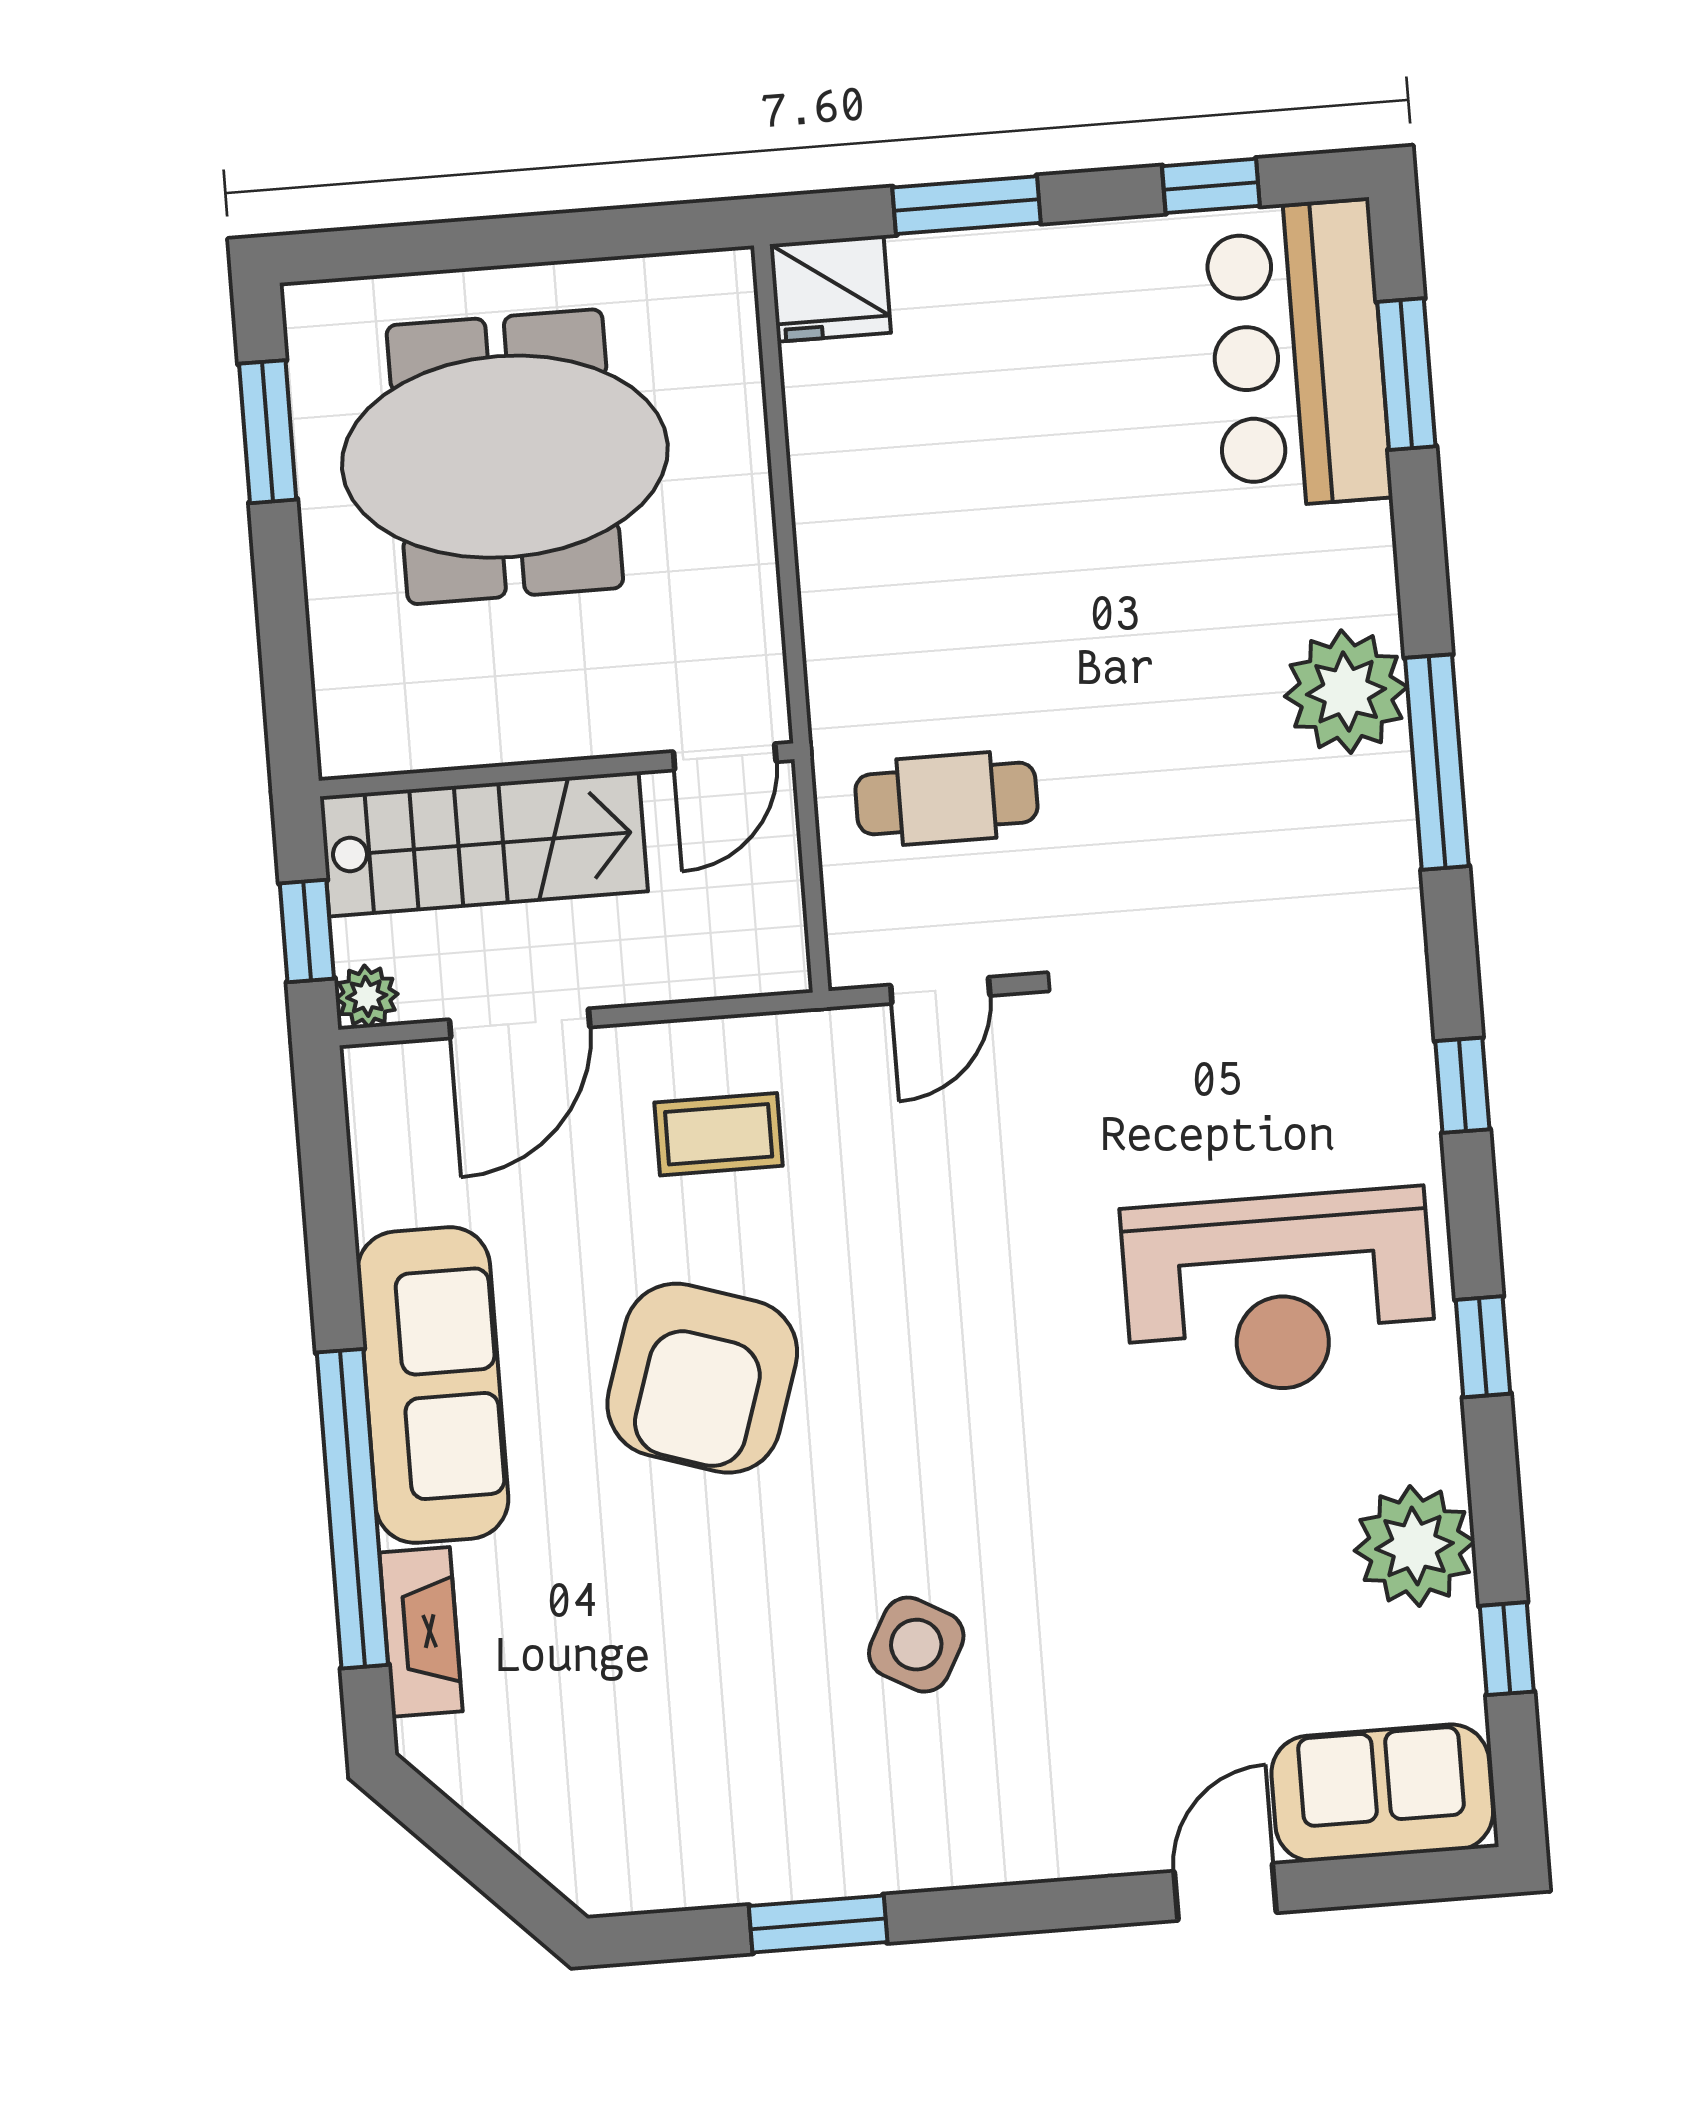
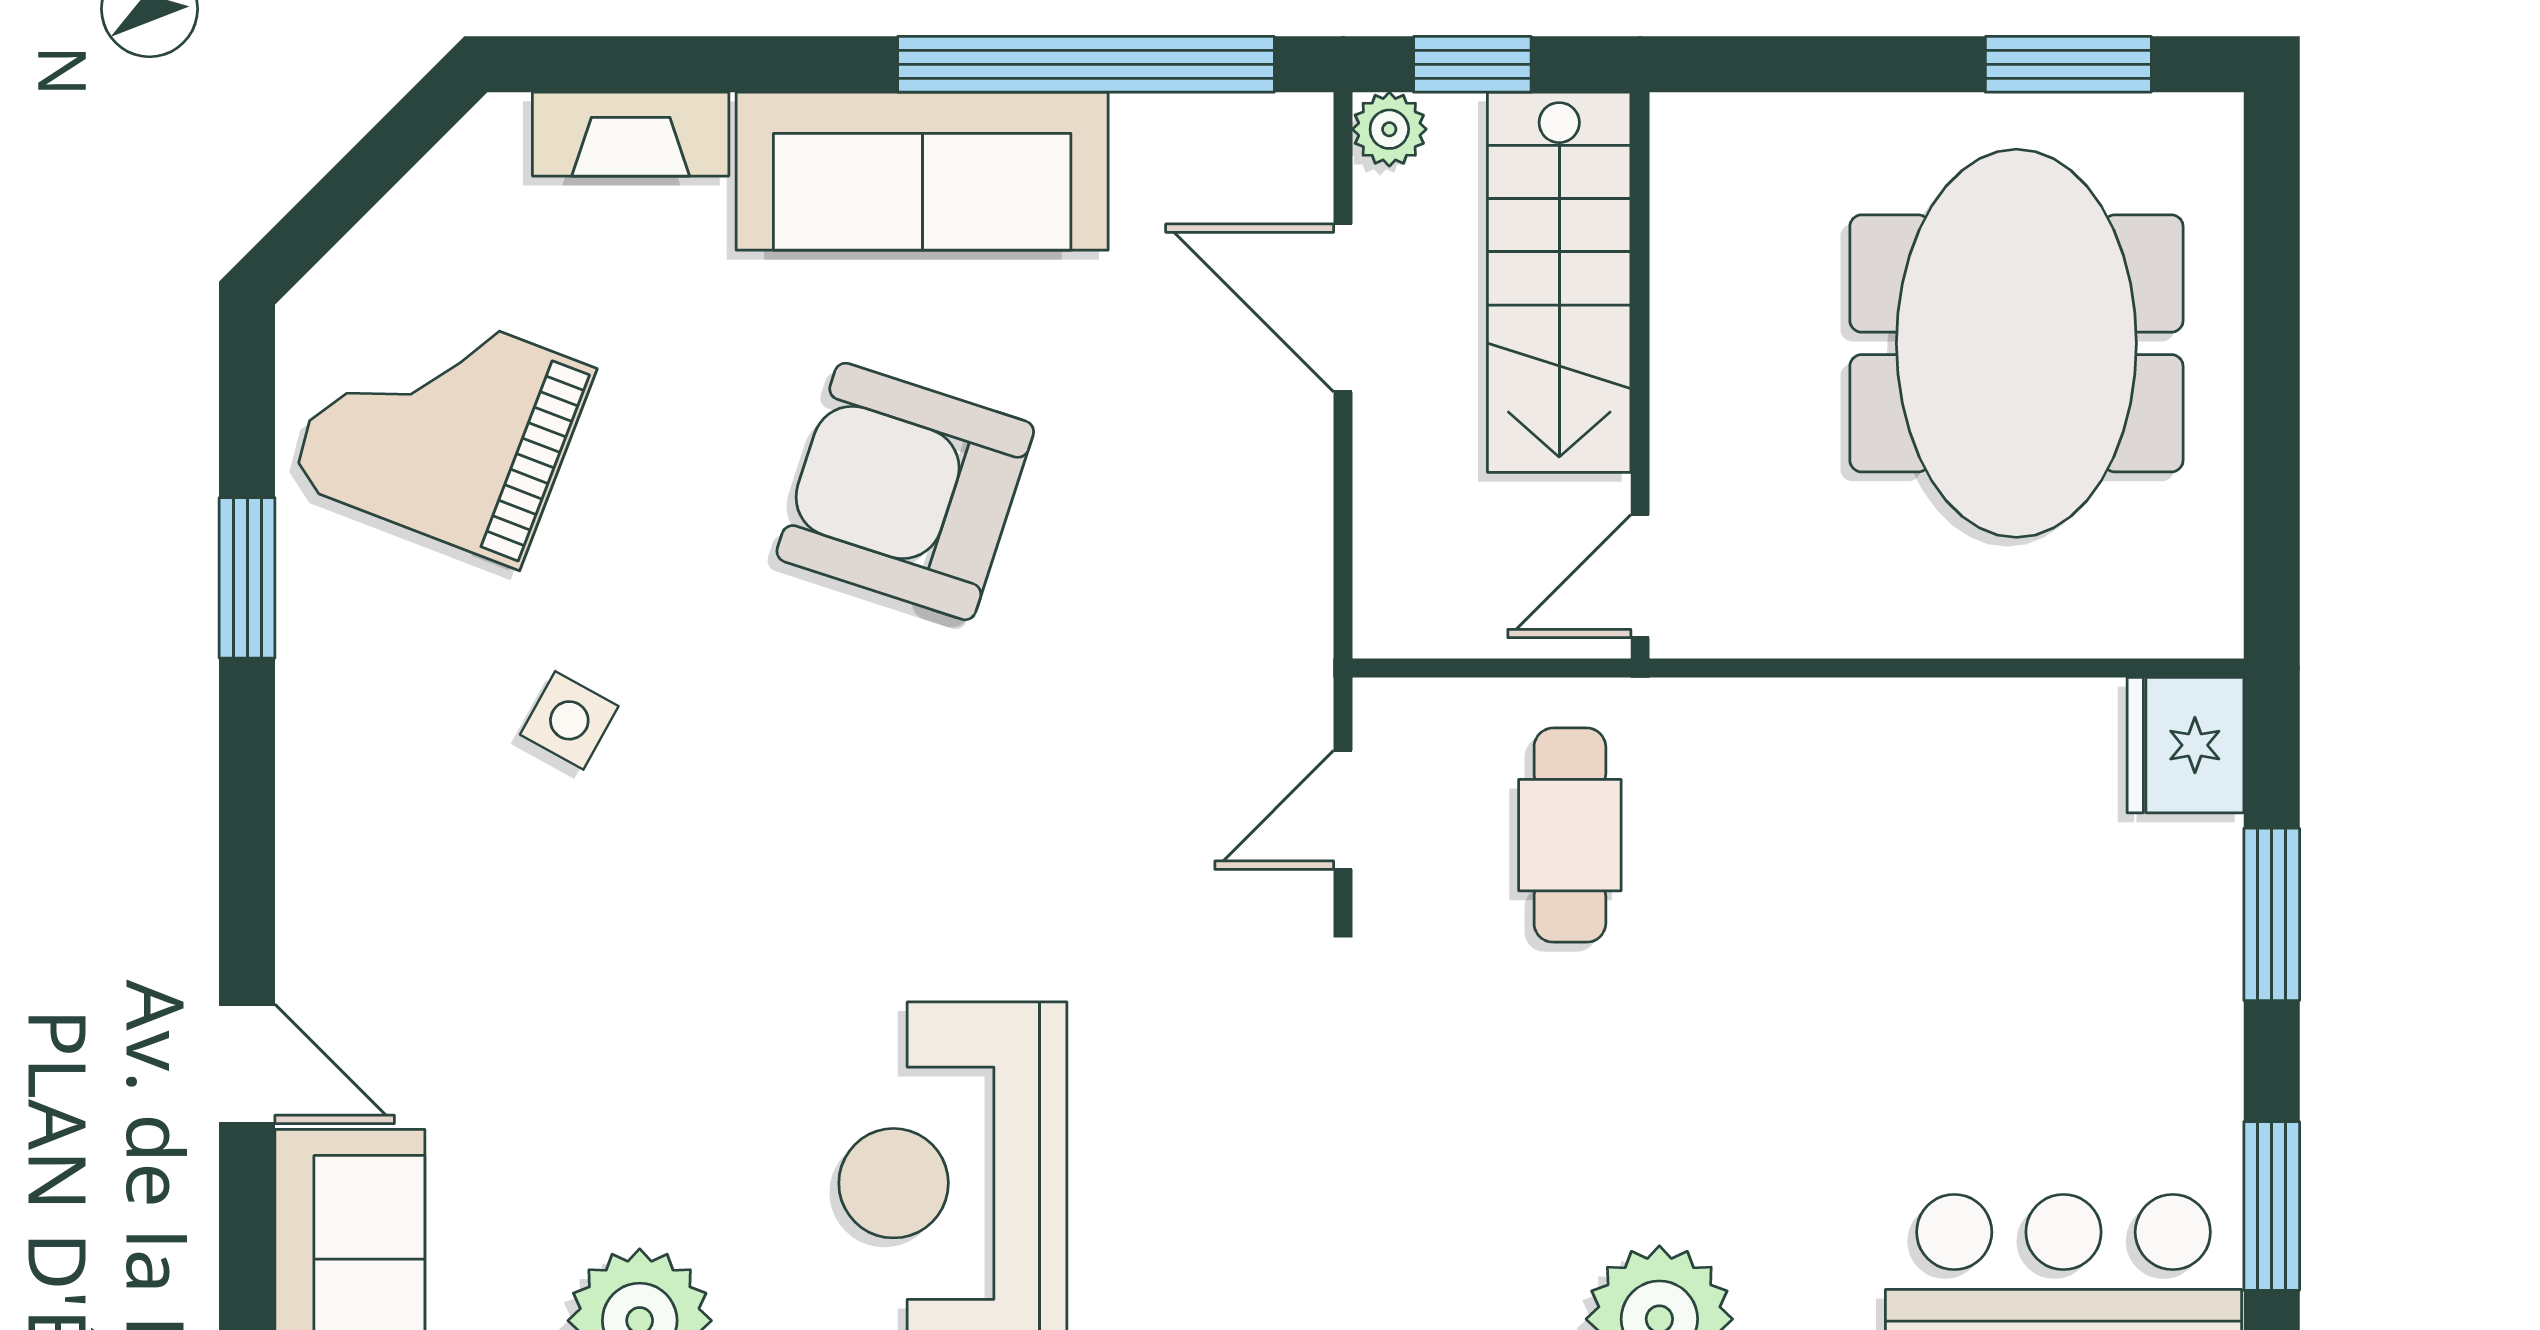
window: (1211, 186) -> (2272, 1206), width x1.50
door: (725, 757) -> (1640, 576), hinge flipped
door: (940, 990) -> (1343, 810), hinge flipped
coffee table: (719, 1134) -> (1193, 534), removed
window: (352, 1509) -> (1086, 64), moved
side table: (916, 1645) -> (569, 720), width x0.73, depth x0.73
grand piano: (677, 1771) -> (442, 425), added

